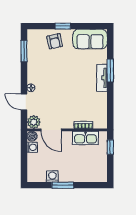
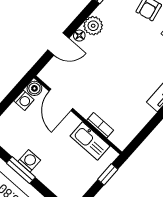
door: (24, 102) -> (58, 44), swing flipped
plant: (34, 122) -> (93, 26), moved
washing machine: (52, 176) -> (29, 161), moved

